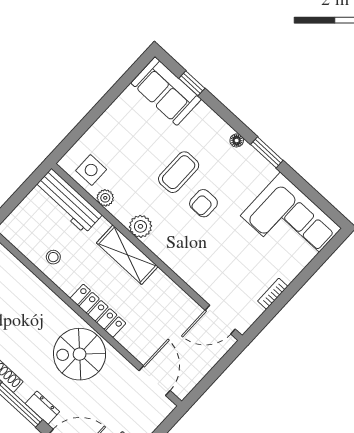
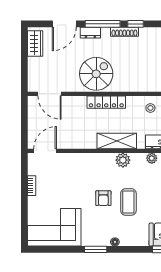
armchair: (203, 203) -> (103, 198), turned 180

